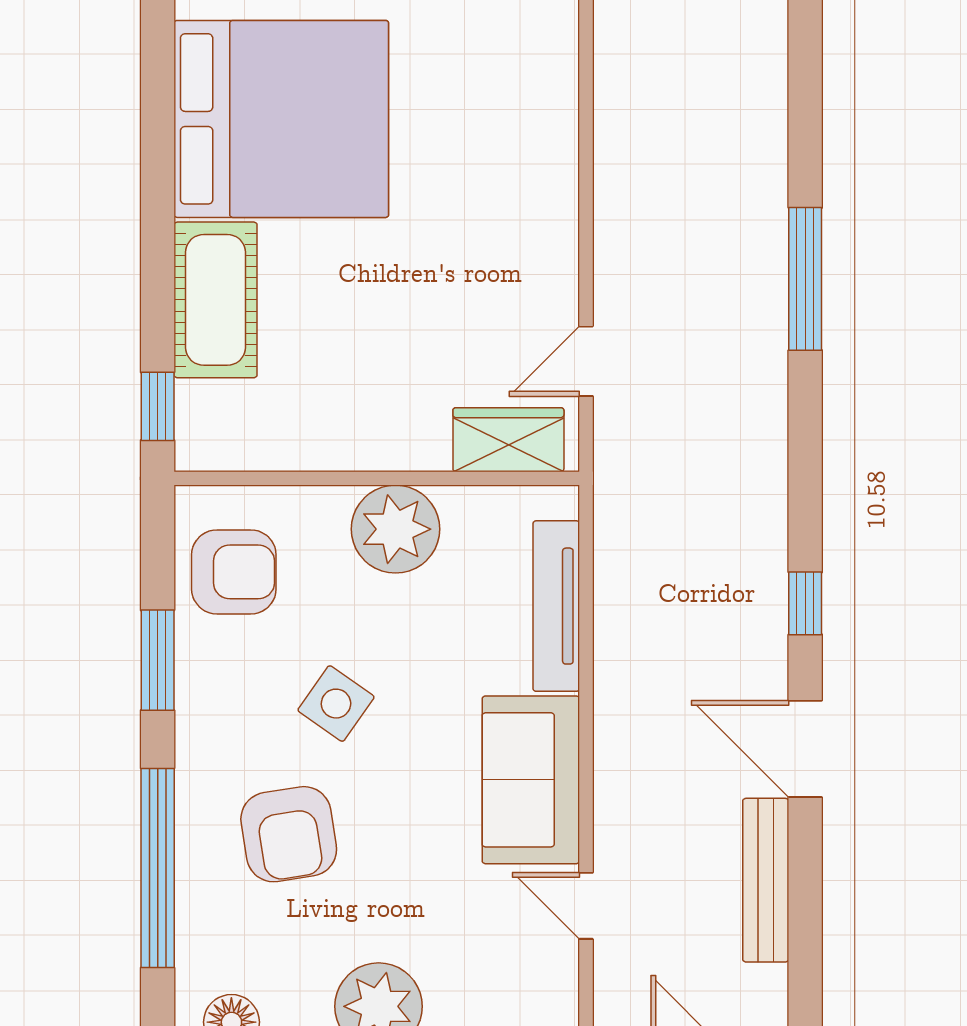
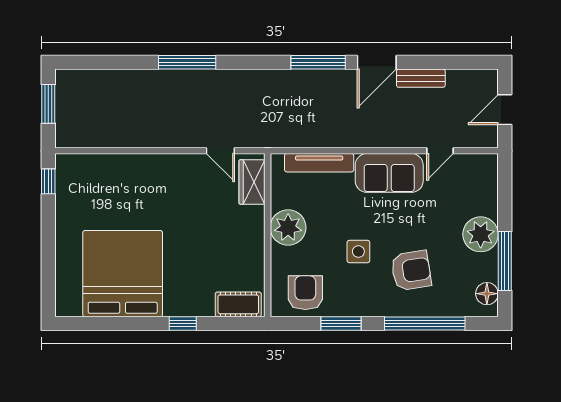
cot: (216, 300) -> (238, 304), moved, width x0.73, depth x0.75
window: (158, 406) -> (183, 323), moved
window: (805, 603) -> (318, 62), width x2.17
side table: (336, 704) -> (358, 252), turned -35
bench: (766, 880) -> (421, 78), width x0.73

